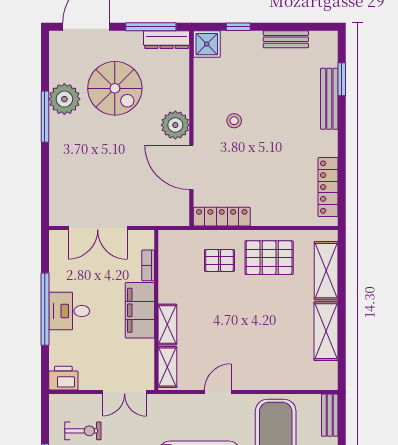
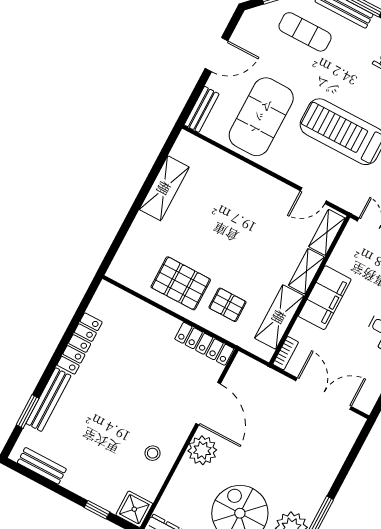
bench: (286, 39) -> (42, 466), moved
stool: (234, 121) -> (153, 453), moved
locker: (328, 187) -> (80, 343), moved
bookcase: (148, 265) -> (286, 353), moved
shelving: (326, 271) -> (279, 317), moved
door: (218, 392) -> (313, 196), moved

